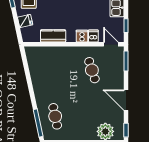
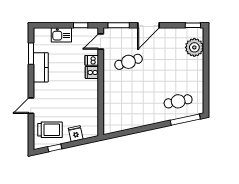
kitchen counter: (53, 36) -> (92, 104), removed
door: (126, 100) -> (148, 25), moved

